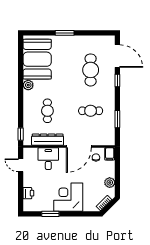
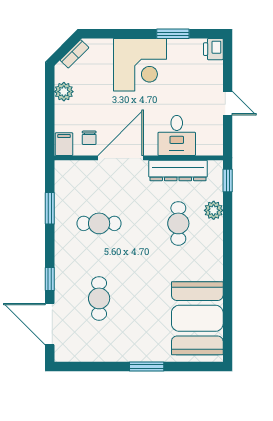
cafe table: (91, 70) -> (99, 298), width x0.73, depth x0.74
plant: (28, 85) -> (214, 210), moved
door: (21, 165) -> (228, 103), moved
printer: (28, 193) -> (213, 49), moved

